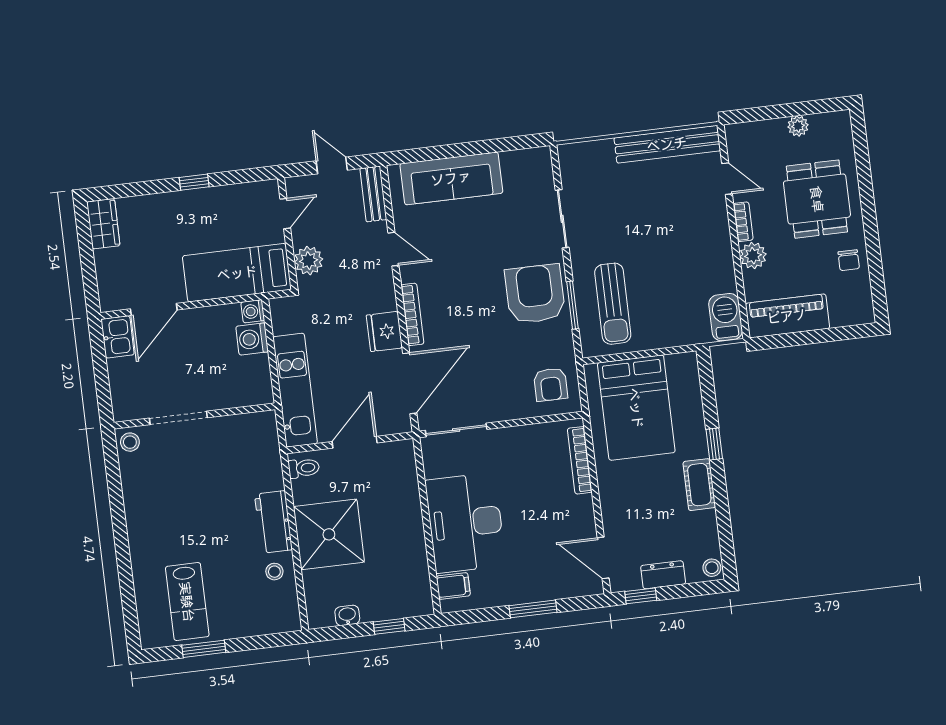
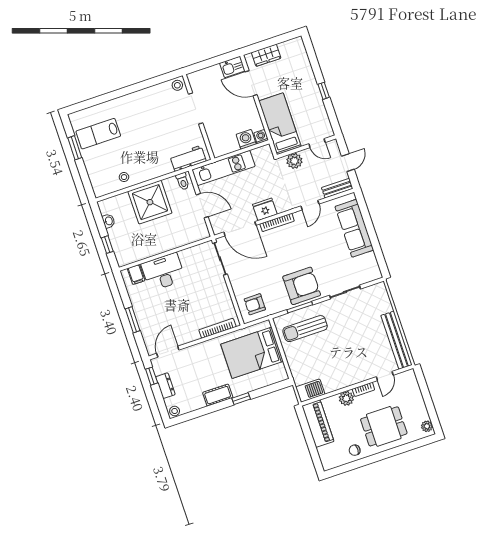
plant: (798, 126) -> (427, 426), moved
wardrobe: (103, 224) -> (266, 55), moved
workbench: (273, 522) -> (188, 158), moved
desk: (465, 523) -> (163, 272), width x0.73, depth x0.77

